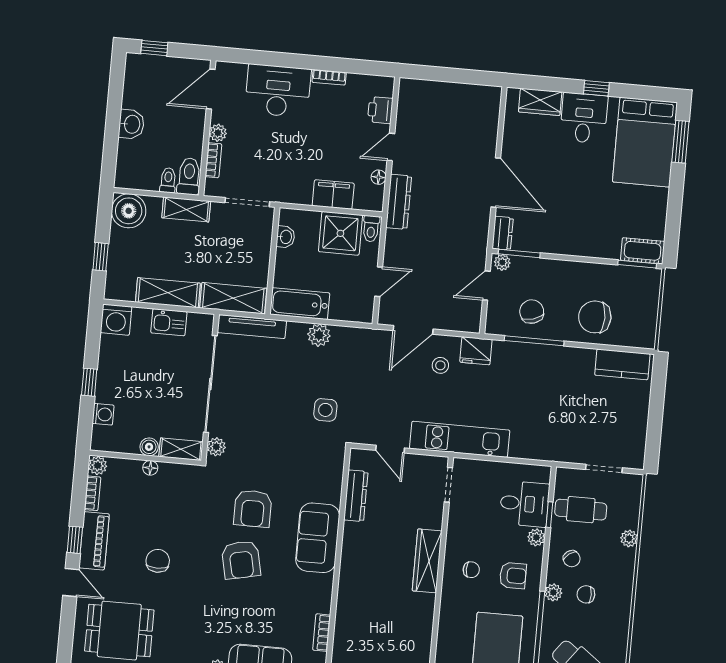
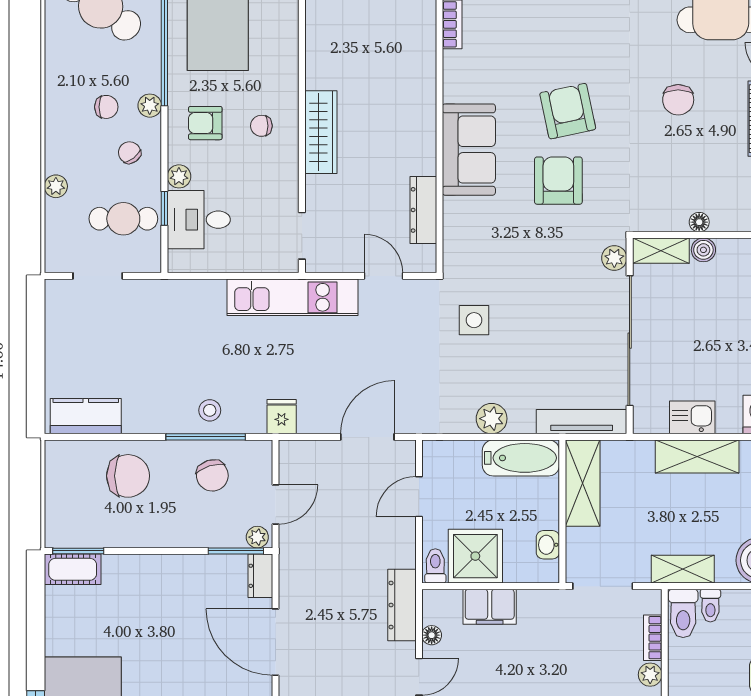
shelving: (233, 298) -> (583, 483), moved, turned 90
fridge: (476, 351) -> (282, 417), width x0.72
stool: (440, 365) -> (210, 410), moved

